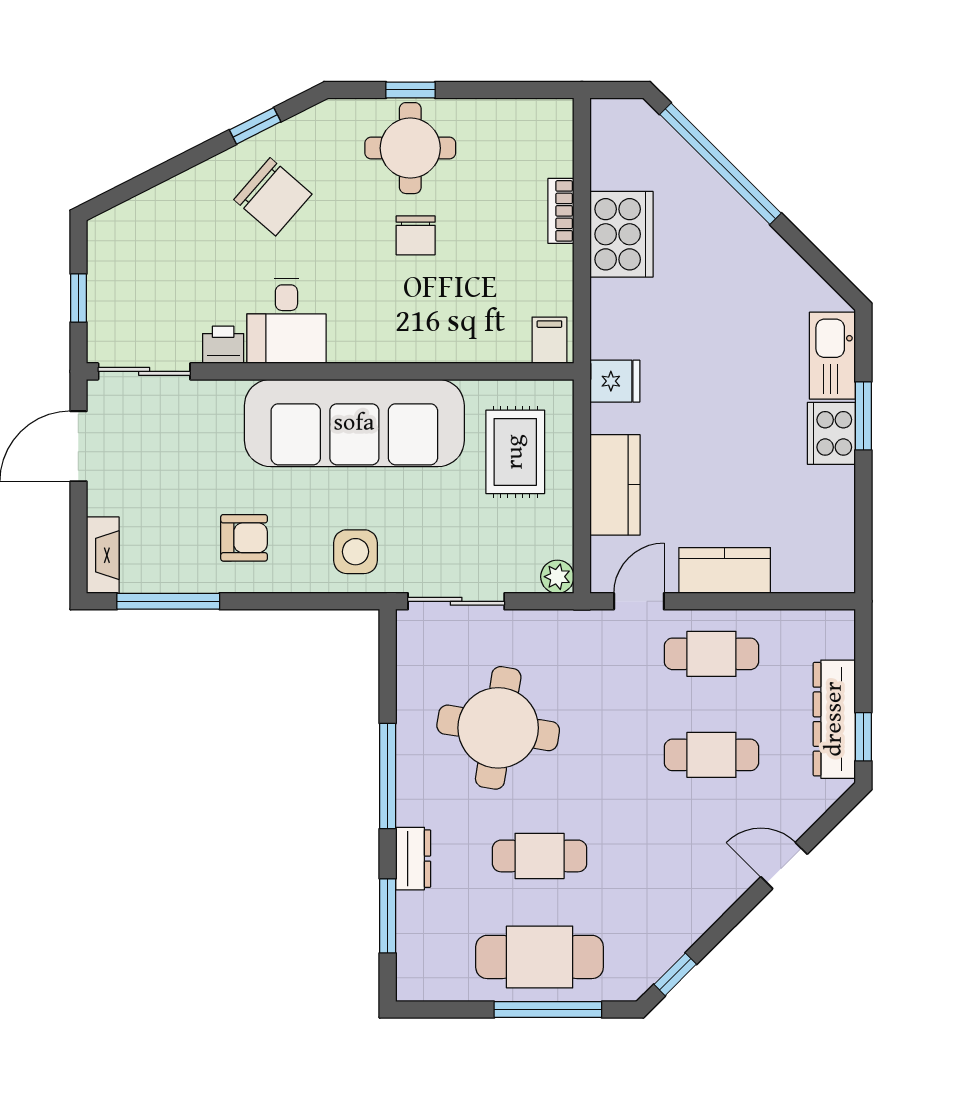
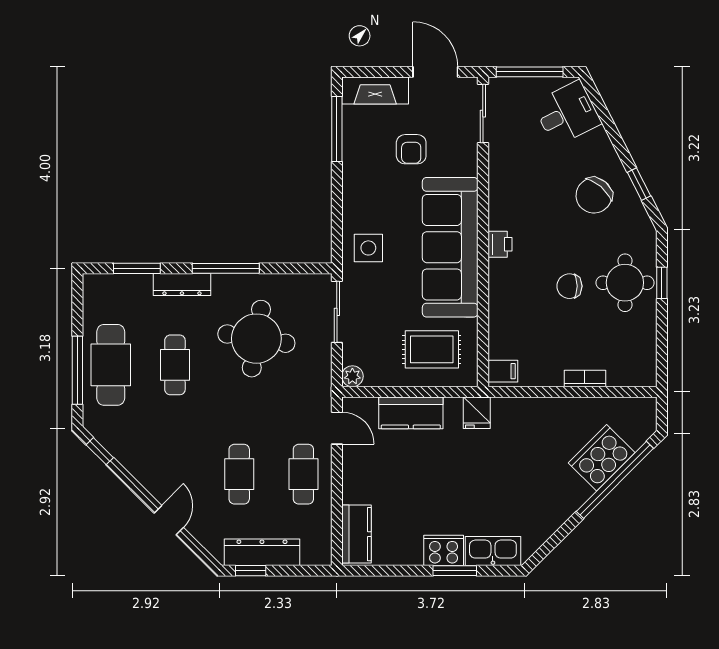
cooker: (621, 234) -> (602, 458), moved, turned 135
window: (78, 298) -> (530, 72), width x2.17
desk: (286, 321) -> (567, 113), moved, turned 153
printer: (223, 345) -> (500, 244), moved
armchair: (244, 538) -> (411, 149), moved
fireplace: (103, 555) -> (375, 91), width x1.37, depth x1.32
kitchen counter: (725, 570) -> (356, 534), moved
dresser: (413, 859) -> (182, 285), width x1.44

